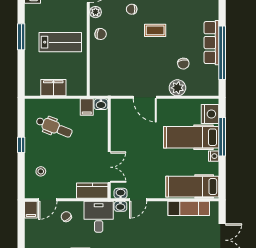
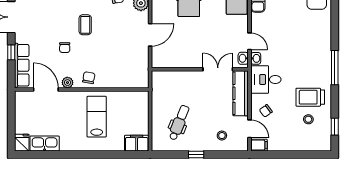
window: (21, 37) -> (91, 155), removed
filing cabinet: (53, 88) -> (137, 143), moved, turned 90
washbasin: (101, 104) -> (157, 77), removed
filing cabinet: (87, 107) -> (160, 91), removed
kitchen counter: (92, 191) -> (241, 93), width x1.50

